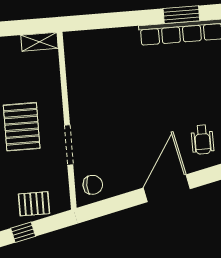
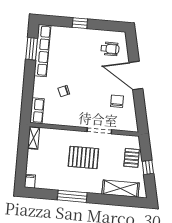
row of seats: (84, 40) -> (37, 111), added
chair: (122, 77) -> (64, 91), added
chair: (93, 185) -> (117, 101), moved

